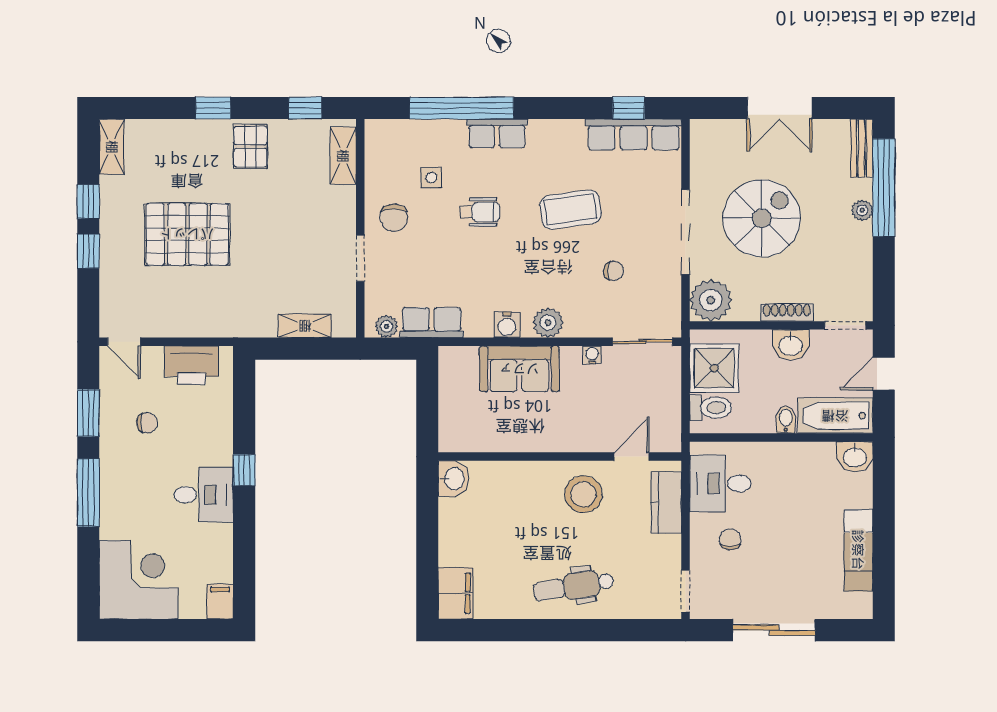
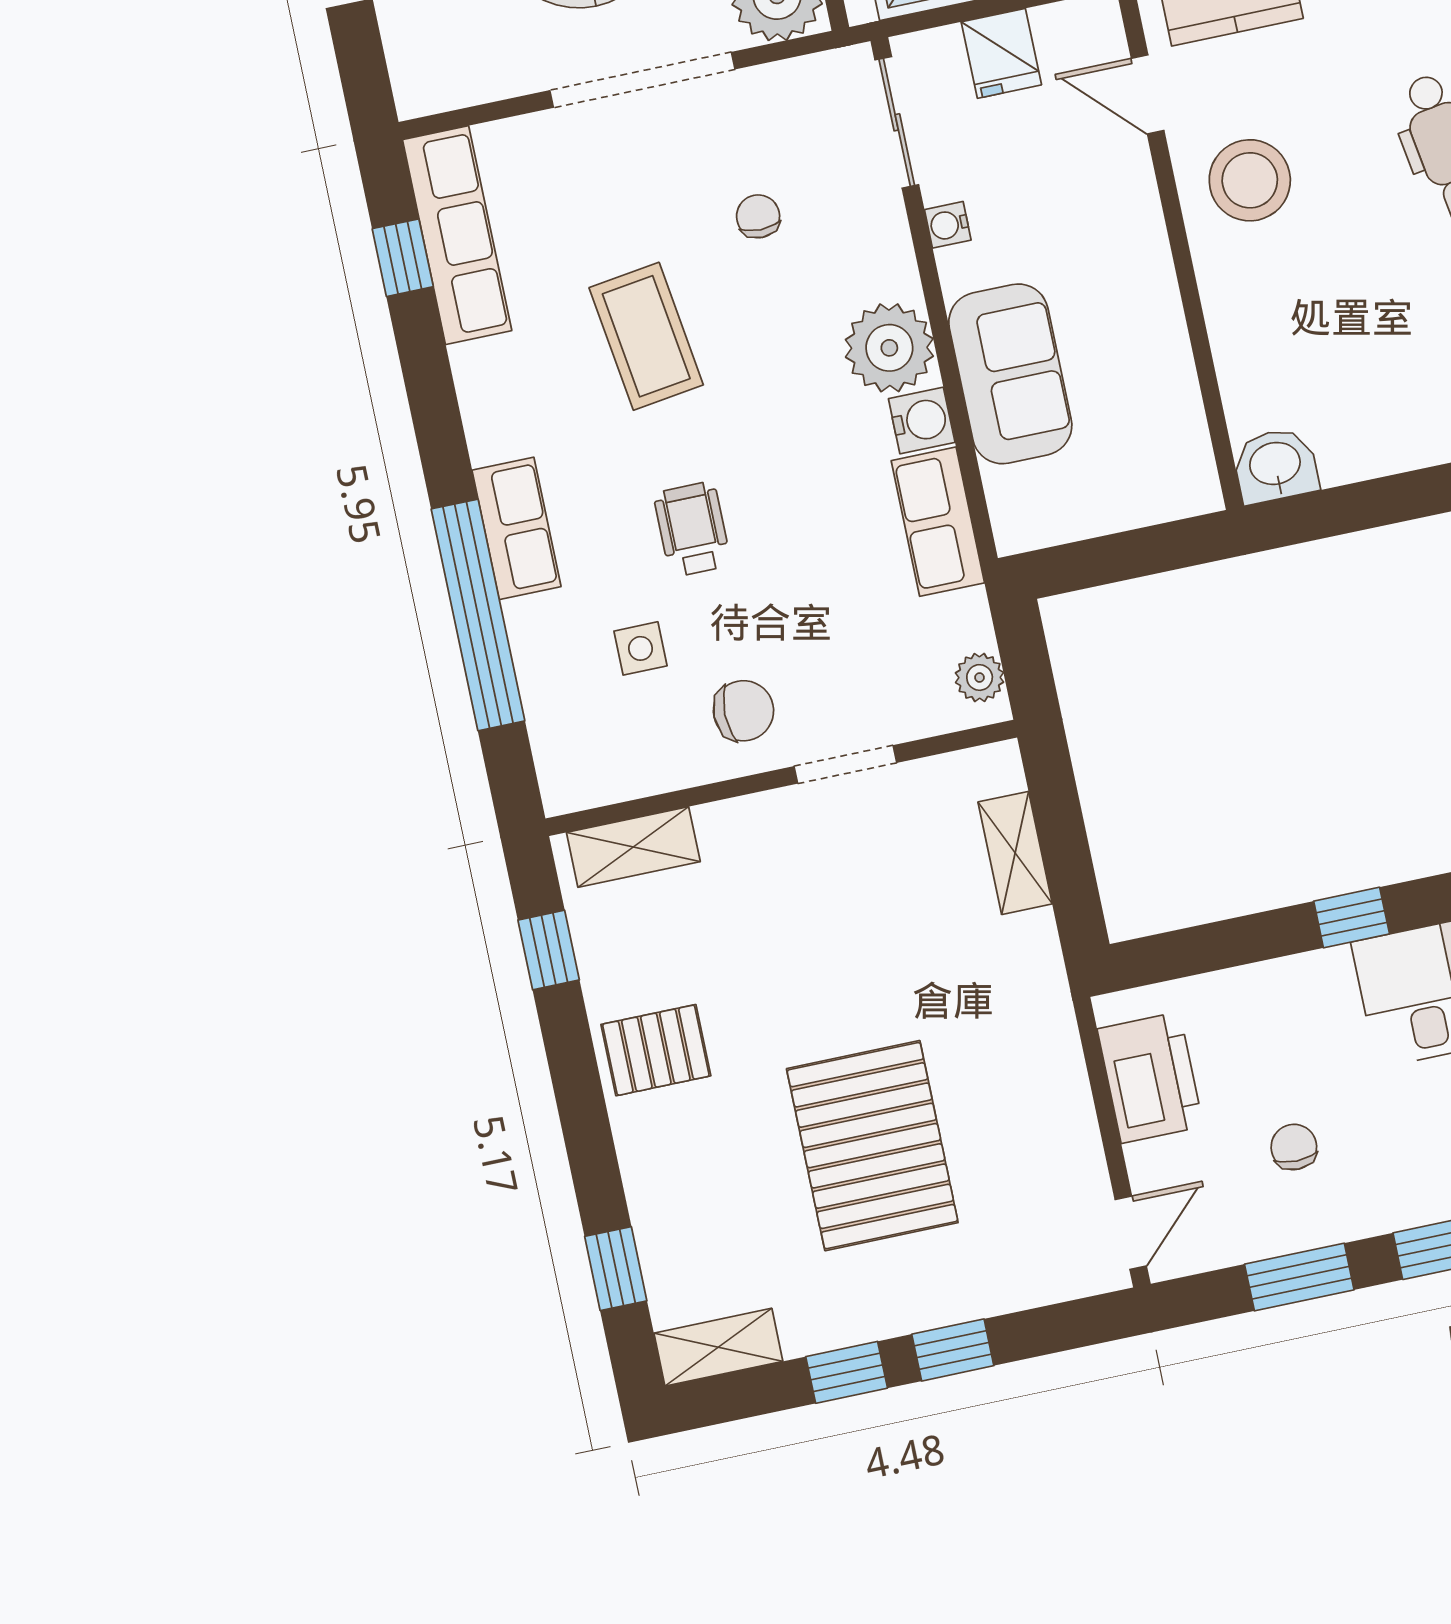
window: (213, 108) -> (616, 1269), moved
row of seats: (432, 322) -> (938, 522), moved
plant: (548, 323) -> (889, 348), width x1.36, depth x1.36
fridge: (664, 395) -> (1001, 53), added

